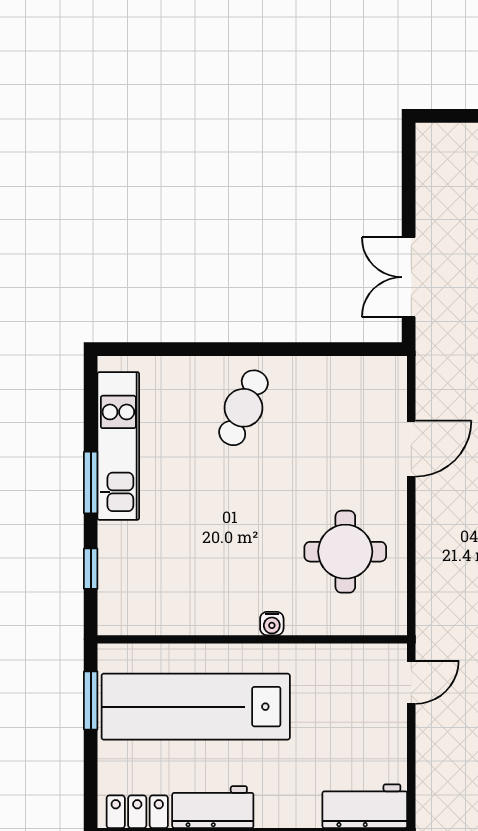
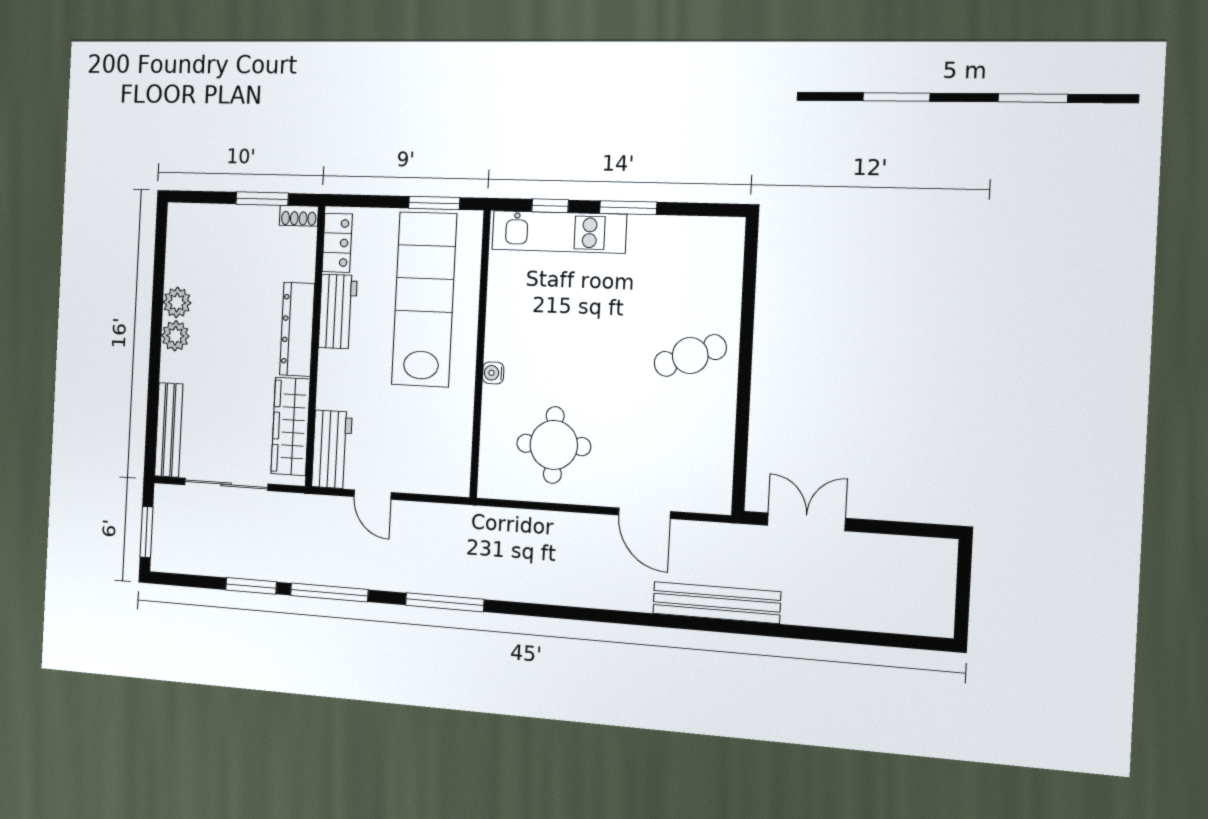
cafe table: (243, 408) -> (690, 356), turned -45
kitchen unit: (118, 446) -> (559, 232), moved
door: (411, 682) -> (373, 495), moved

